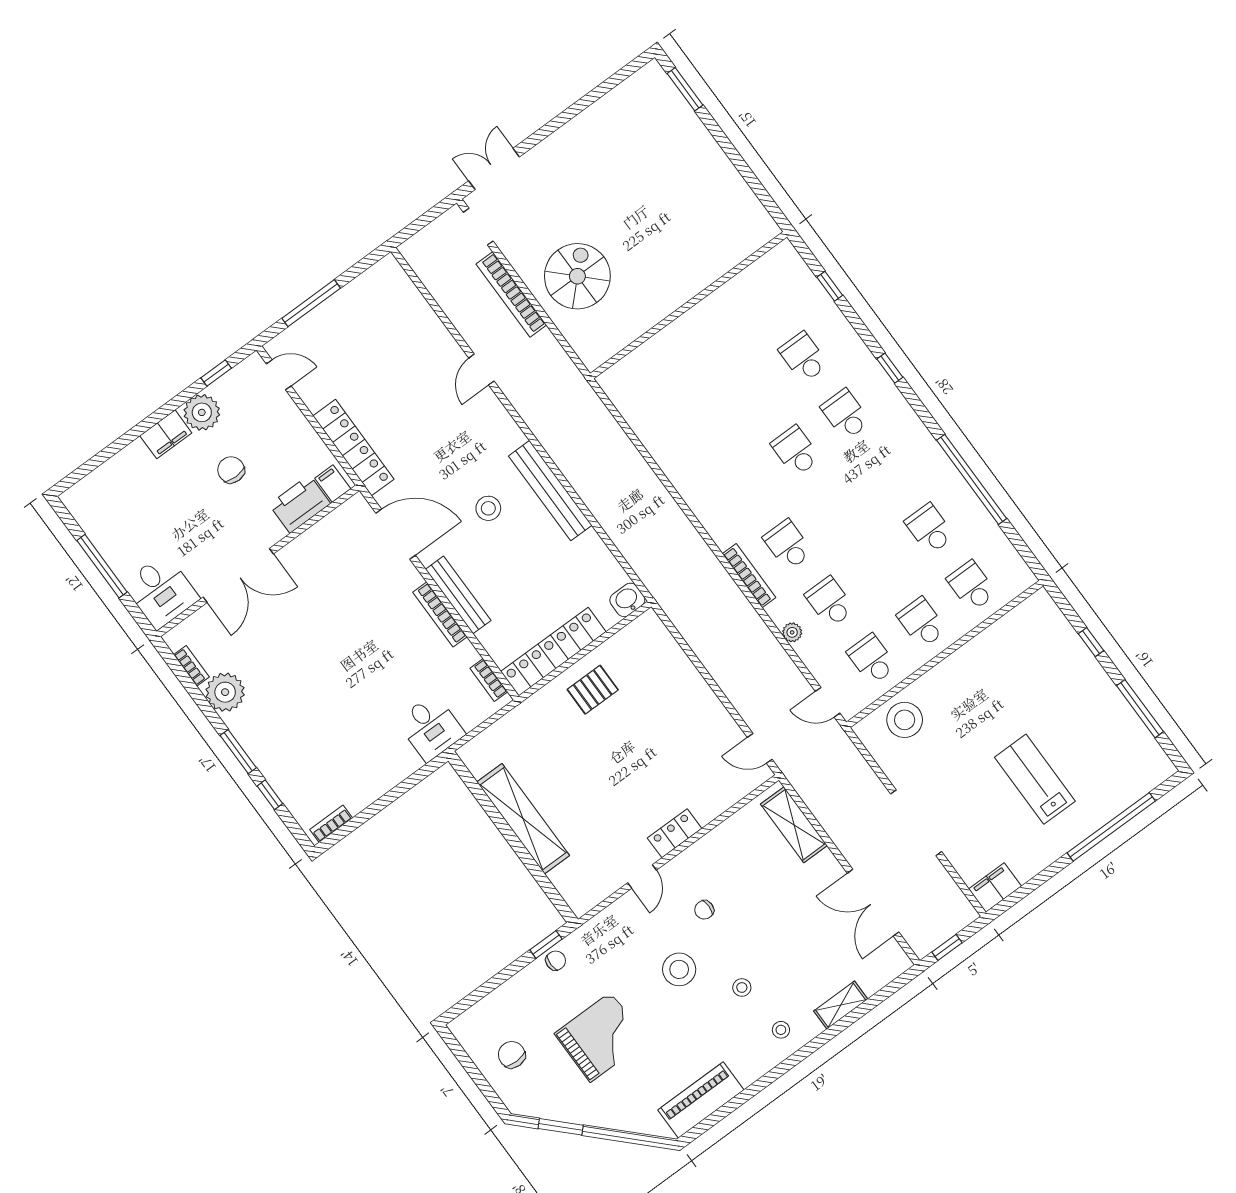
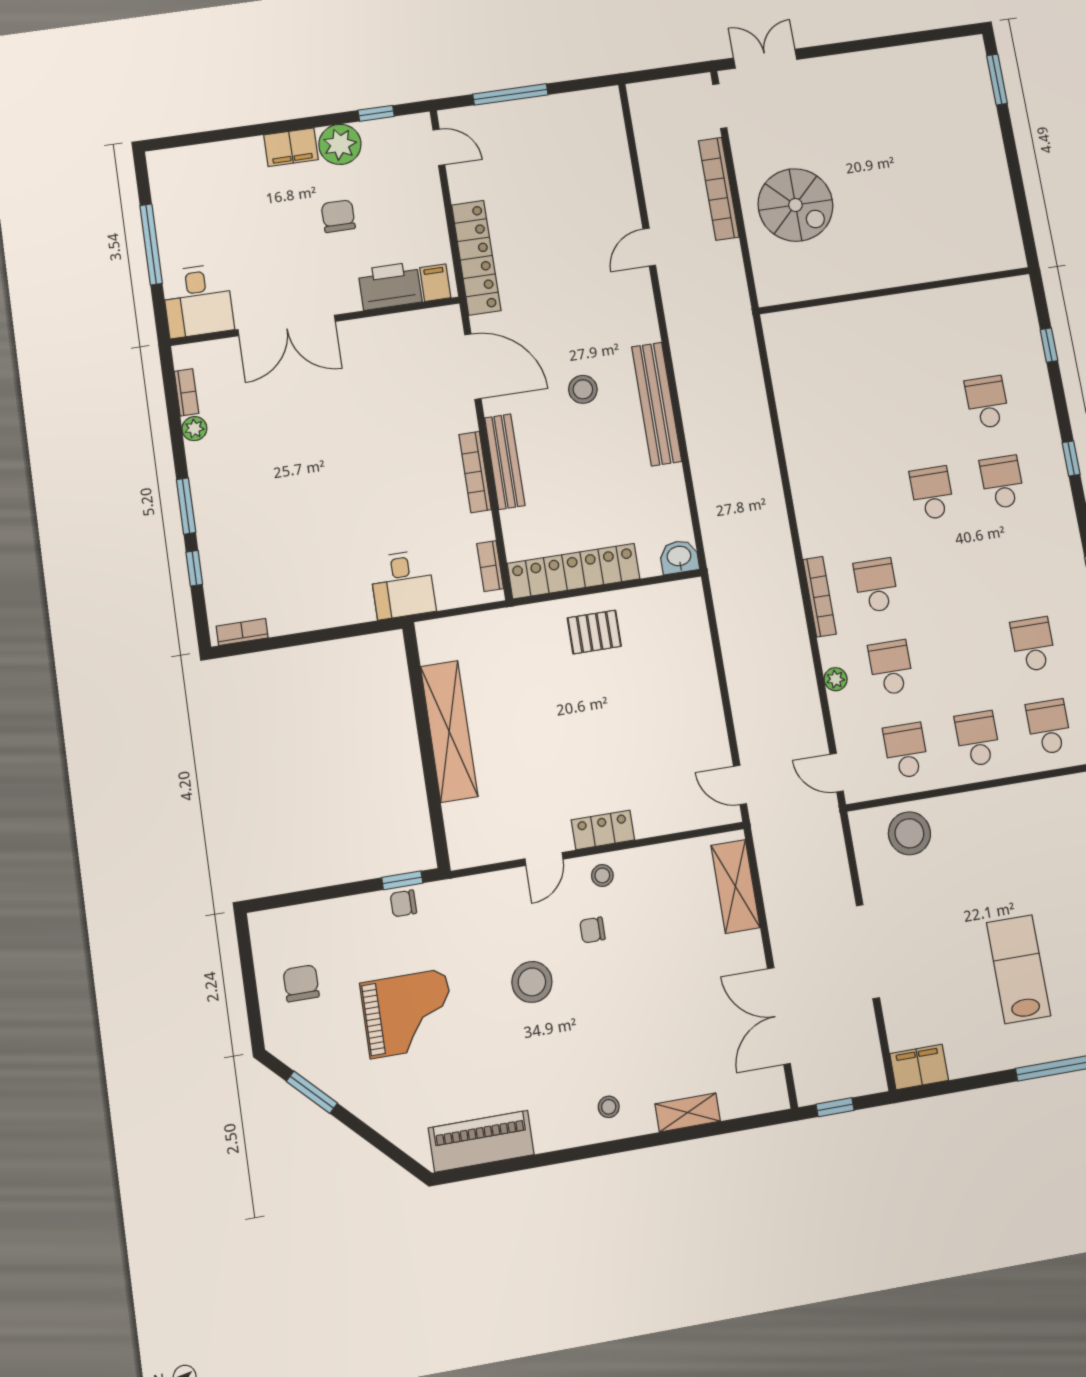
spiral stairs: (577, 276) -> (795, 205), turned 90
plant: (225, 692) -> (194, 429), width x0.53, depth x0.53
chair: (556, 961) -> (403, 903), turned 180
stool: (742, 987) -> (602, 875), moved

